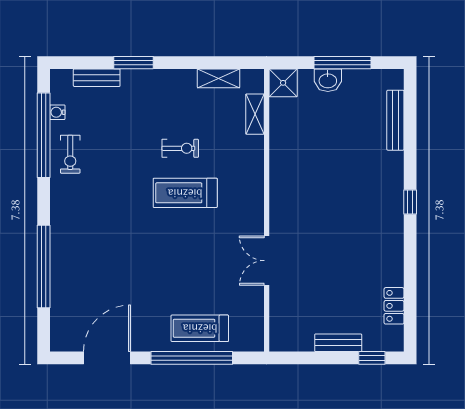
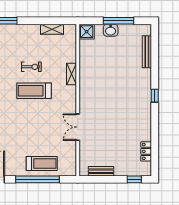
shelving: (255, 114) -> (71, 74), moved
treadmill: (200, 328) -> (42, 163), turned 180
bench: (338, 343) -> (101, 171), moved

